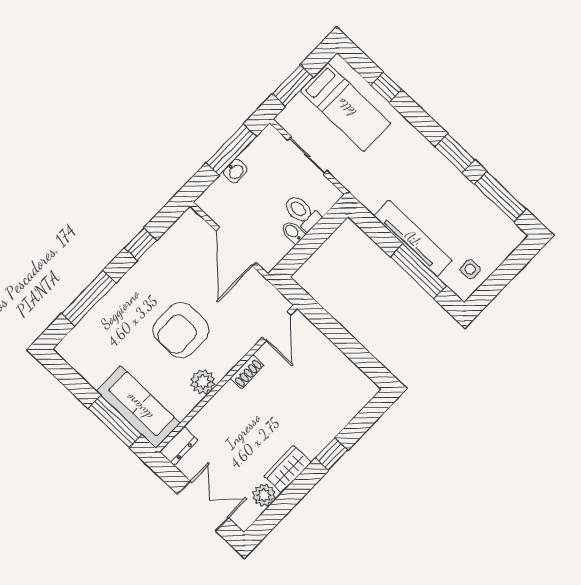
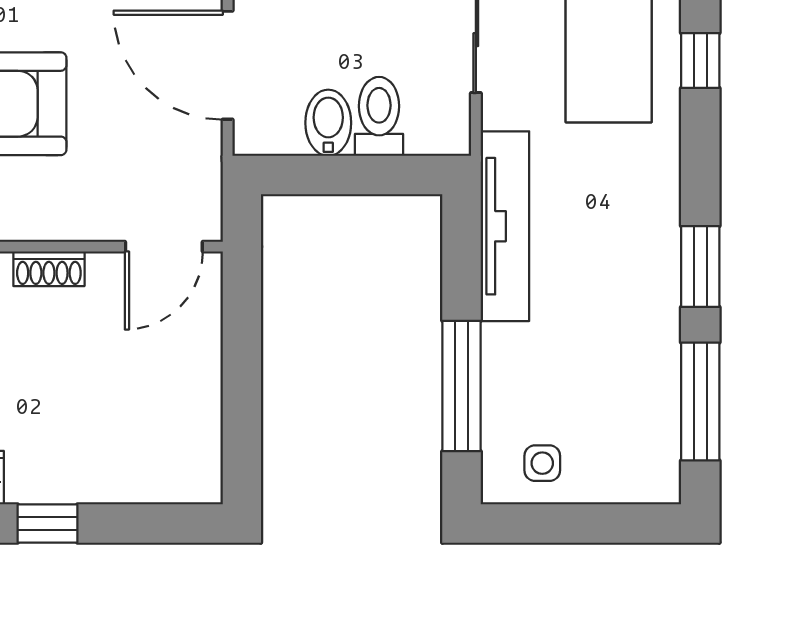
bidet: (293, 232) -> (328, 123), width x1.38, depth x1.36
tv unit: (413, 238) -> (505, 226), moved
door: (236, 247) -> (228, 65), hinge flipped

